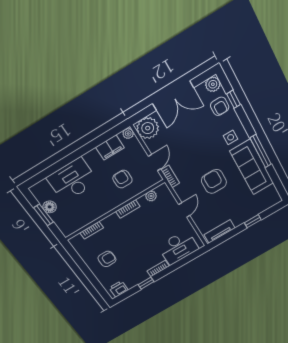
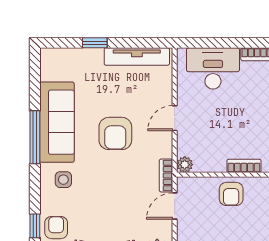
armchair: (122, 179) -> (231, 194), moved
plant: (151, 196) -> (185, 165), moved
tv unit: (220, 231) -> (137, 57), width x1.41

